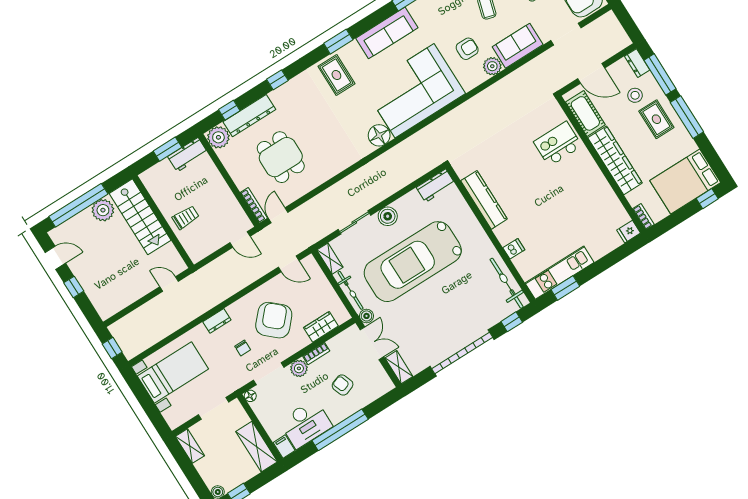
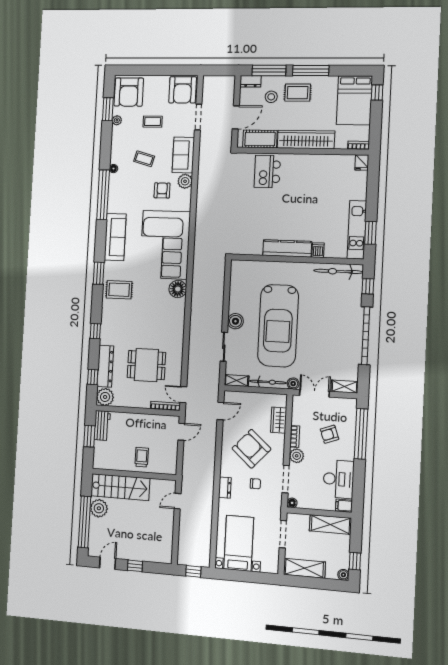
workbench: (436, 186) -> (238, 274), removed
kitchen counter: (484, 200) -> (287, 248), moved
window: (340, 430) -> (361, 434), moved
shelving: (190, 446) -> (304, 568), width x1.50, depth x1.33

